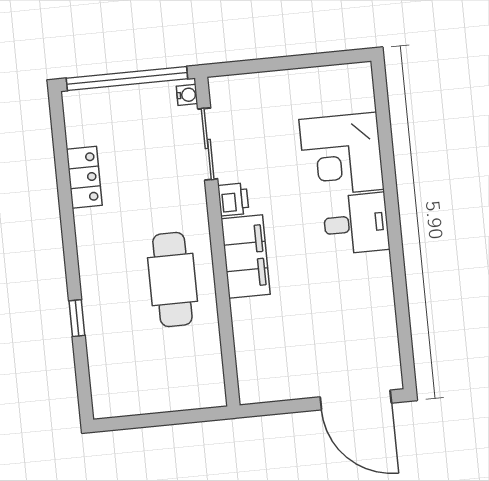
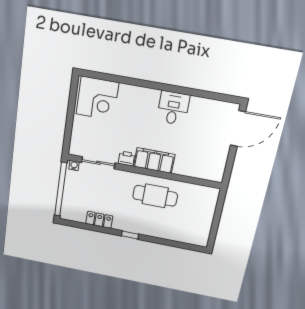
corner desk: (342, 154) -> (97, 98), moved
desk: (356, 224) -> (173, 108), moved
window: (77, 318) -> (130, 235), moved

